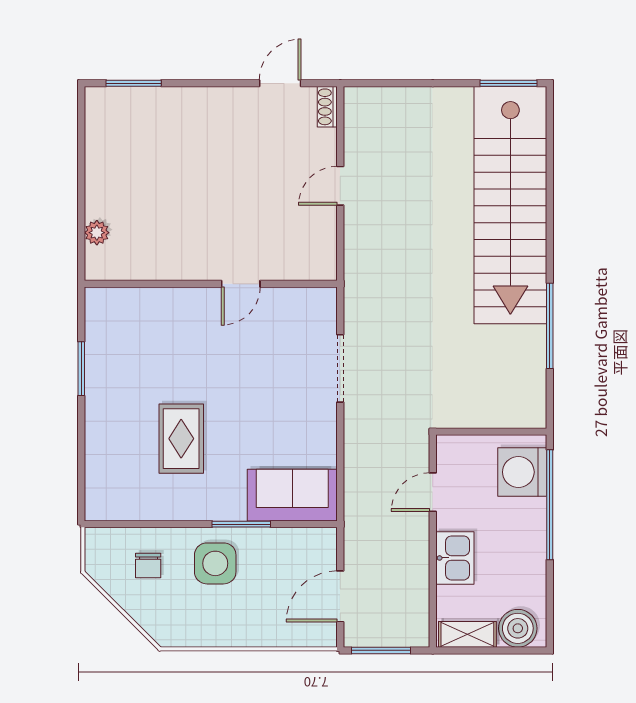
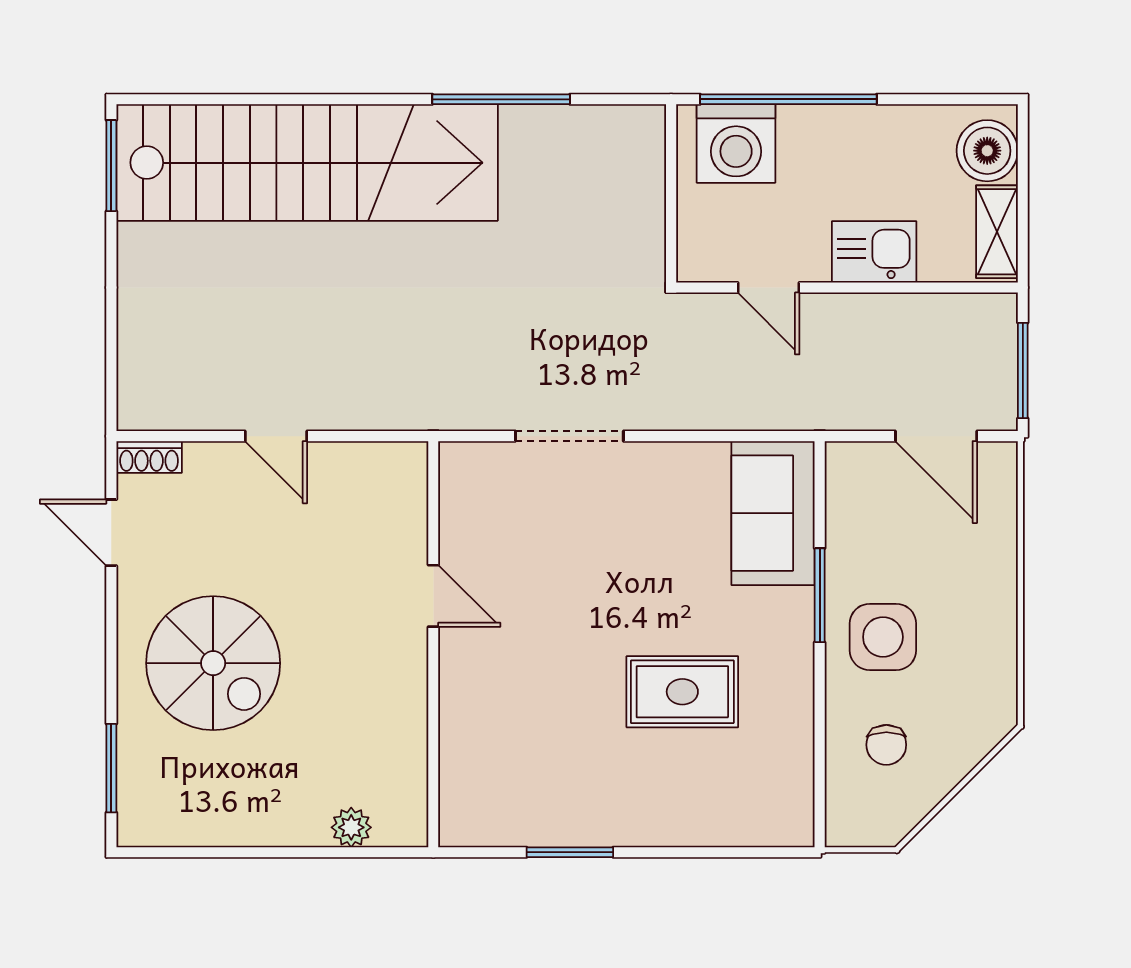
spiral stairs: (199, 147) -> (213, 663), added
chair: (148, 566) -> (886, 745), turned 90

